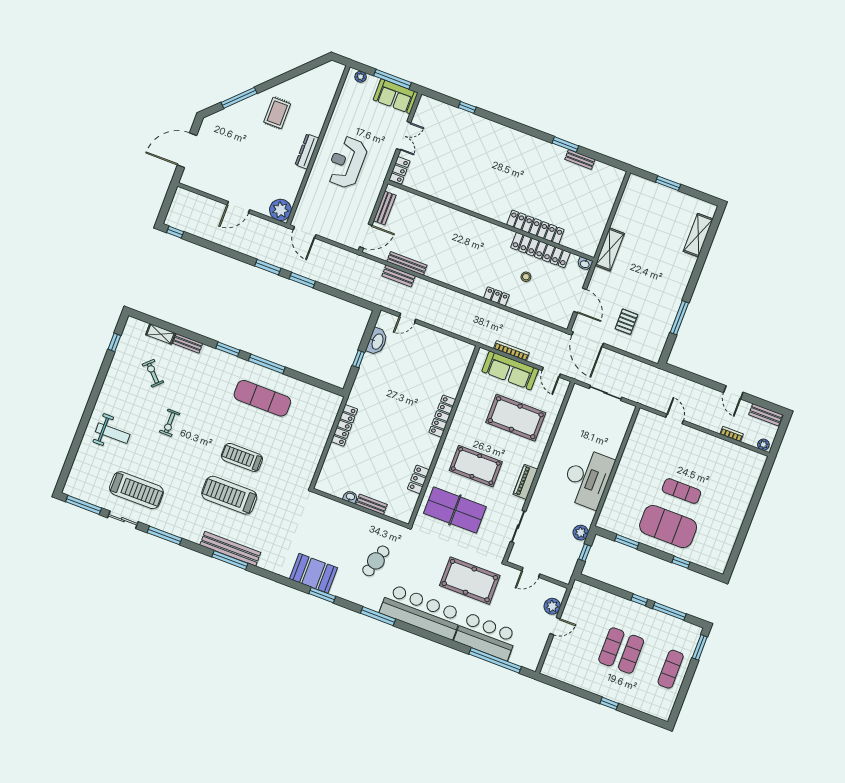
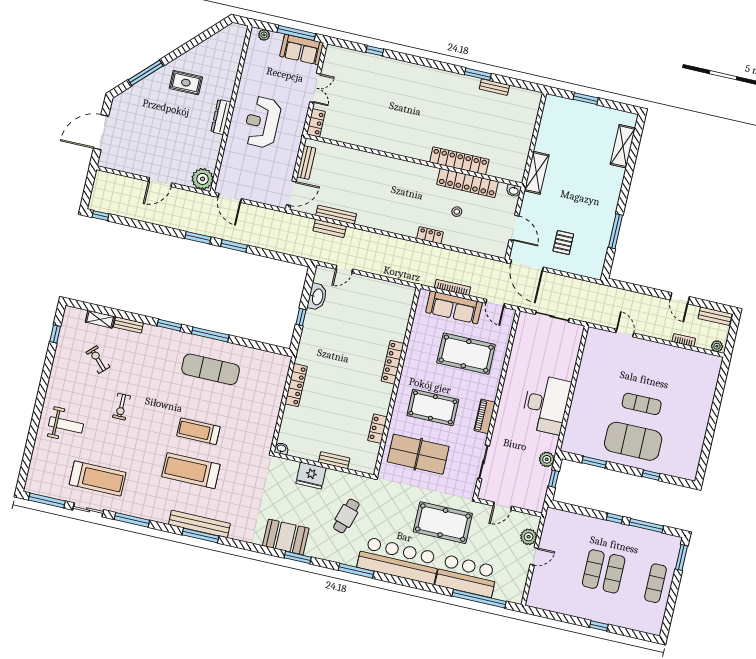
rug: (277, 113) -> (186, 83), turned 90
washbasin: (350, 497) -> (281, 449), moved
fridge: (347, 516) -> (311, 476), added

